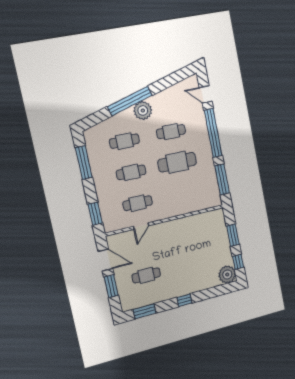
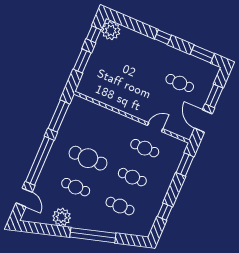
plant: (143, 111) -> (62, 217), moved
window: (84, 163) -> (165, 212), width x0.46

